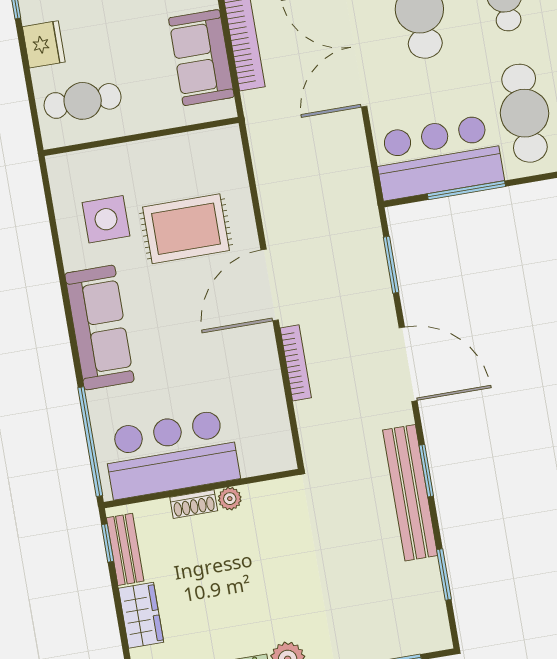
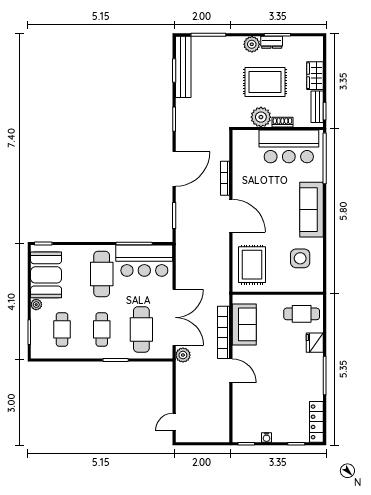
rug: (186, 229) -> (252, 265), moved, turned 90
door: (270, 285) -> (231, 216), hinge flipped
door: (408, 364) -> (174, 169), swing flipped
bench: (410, 493) -> (183, 67), moved
plant: (230, 499) -> (261, 117), width x1.88, depth x1.88
rug: (246, 583) -> (265, 82), added

